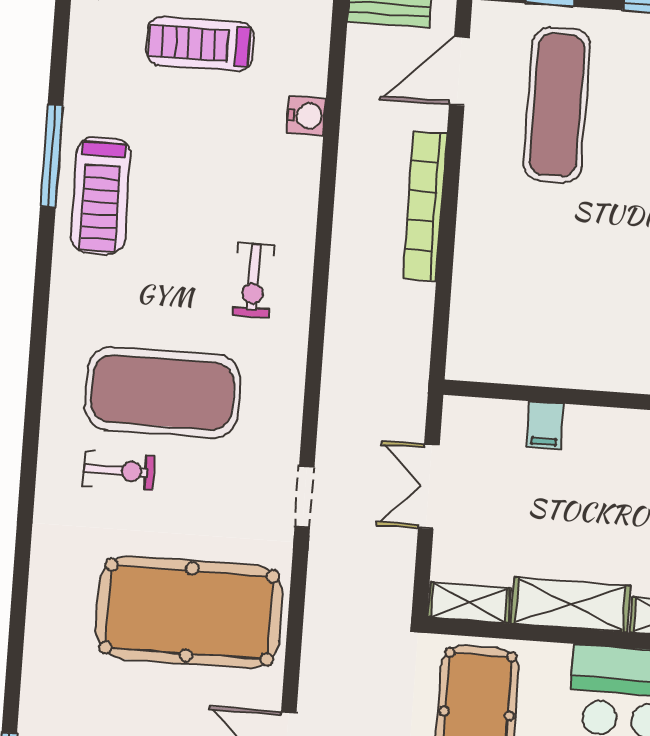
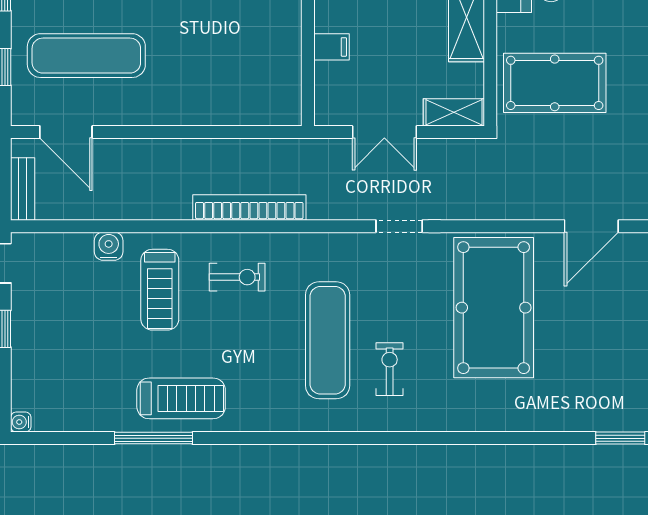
treadmill: (200, 44) -> (160, 290), moved
bookcase: (425, 206) -> (249, 207), moved, turned 180
exercise mat: (163, 392) -> (328, 340), width x0.68
shelving: (469, 603) -> (454, 112), moved, turned 90

